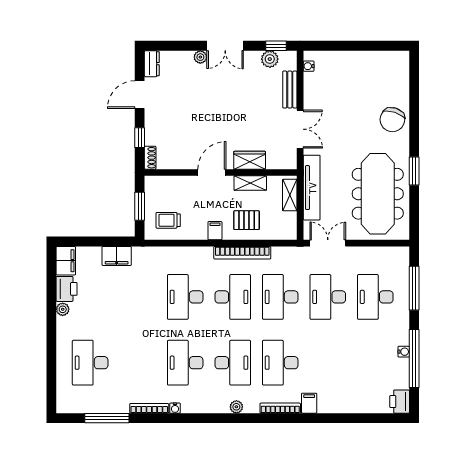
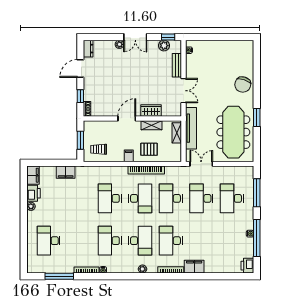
filing cabinet: (309, 403) -> (194, 267), width x2.00

